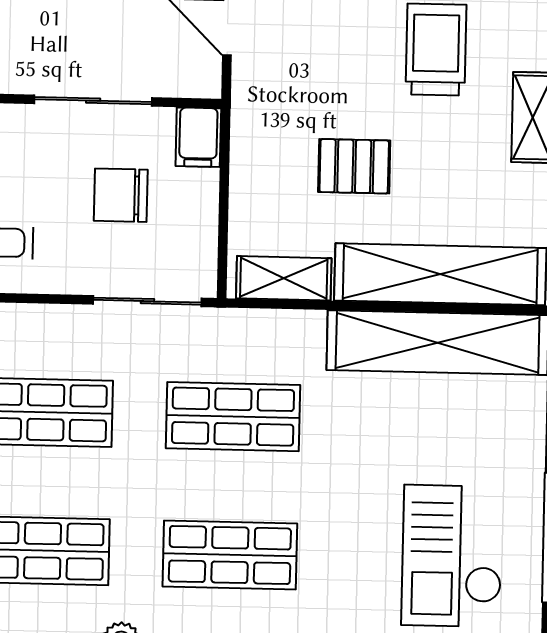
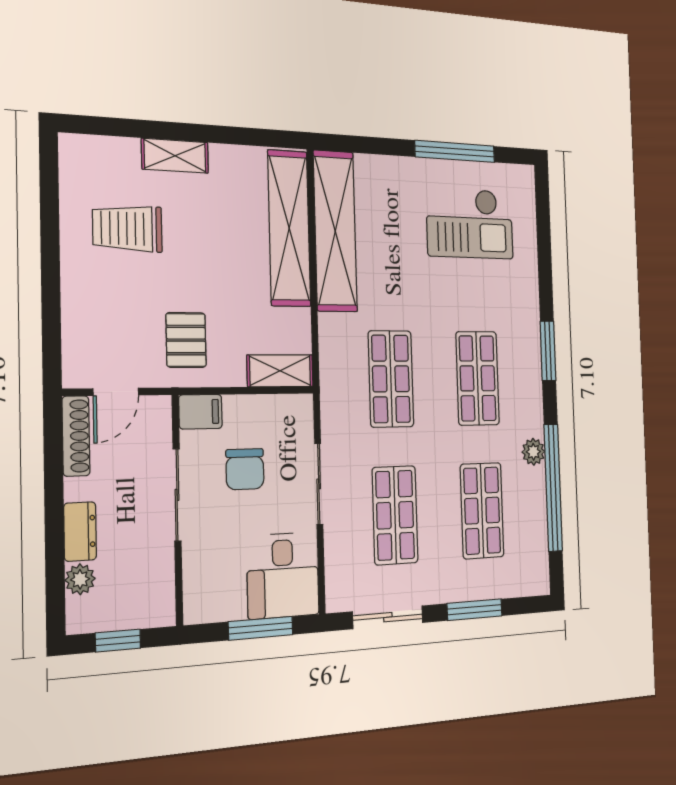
pallet: (354, 166) -> (186, 340), moved
shelving: (284, 278) -> (280, 371), moved, turned 90
sliding door: (147, 301) -> (319, 484), moved

